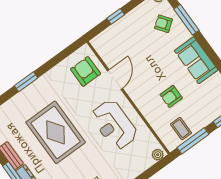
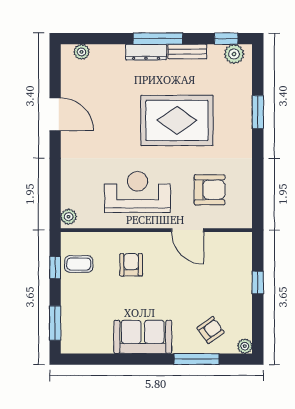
armchair: (86, 71) -> (210, 190), moved
window: (26, 82) -> (258, 112), moved
armchair: (171, 96) -> (131, 265), moved
window: (193, 141) -> (55, 267), width x0.46

